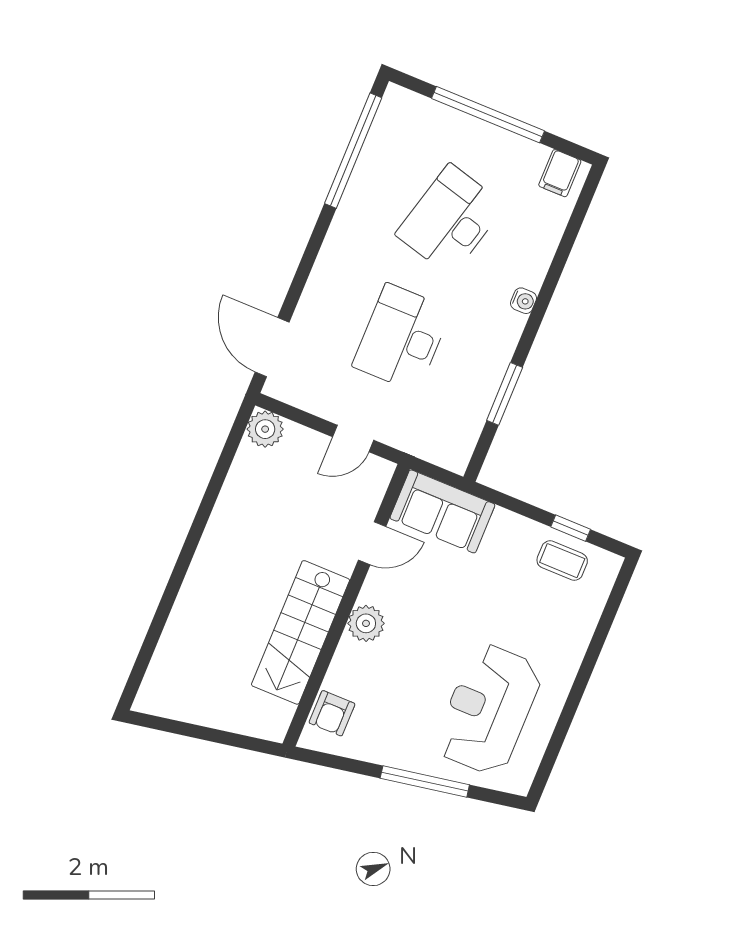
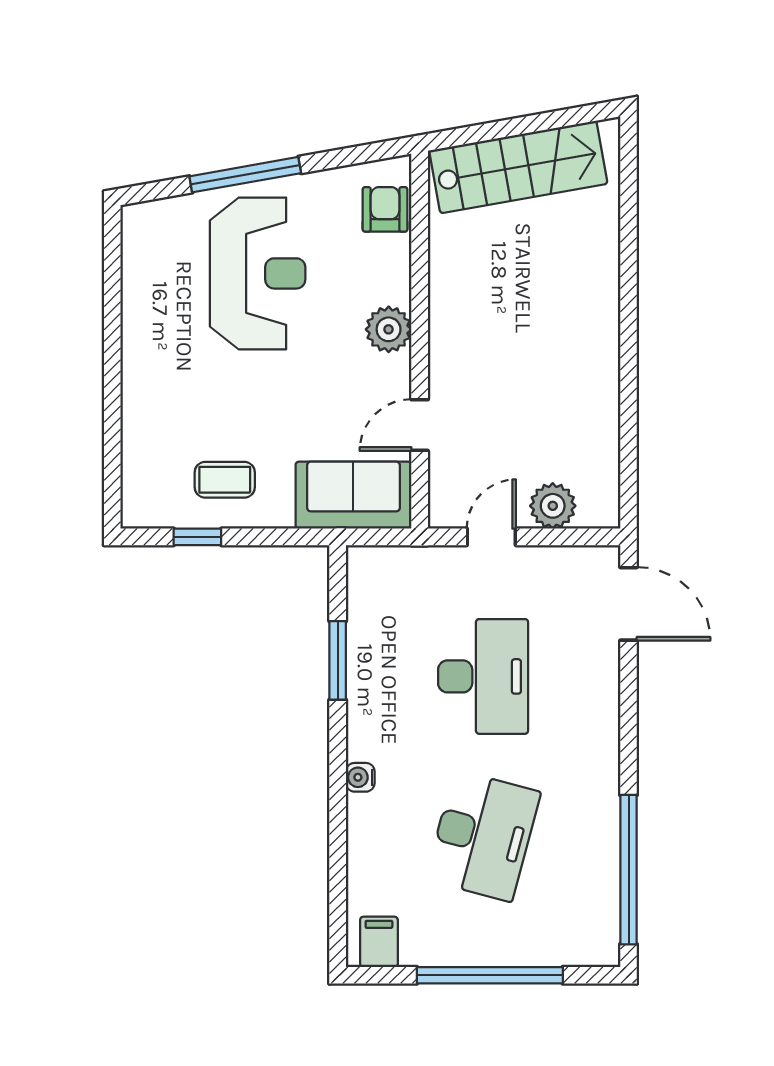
plant: (265, 429) -> (553, 506), moved
coffee table: (562, 561) -> (225, 480), moved
stairs: (301, 632) -> (518, 167), moved, turned 80
reception desk: (488, 709) -> (258, 273), moved

